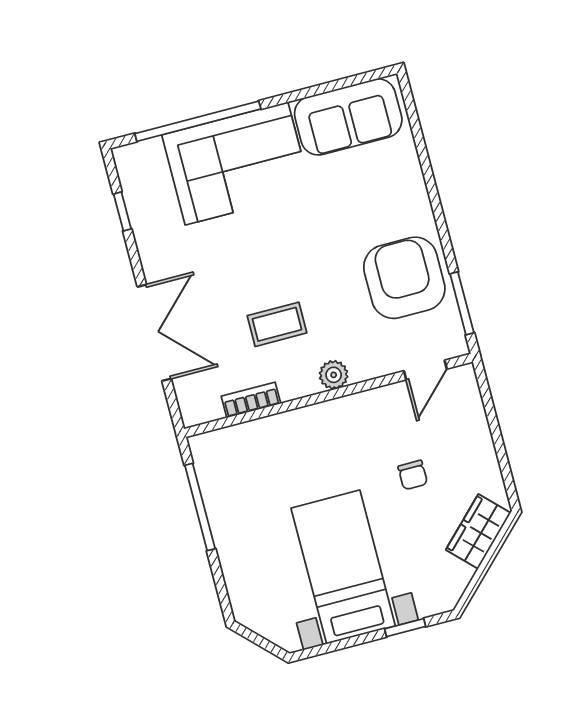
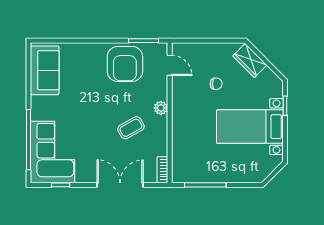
corner sofa: (237, 163) -> (52, 152), moved
armchair: (404, 278) -> (125, 64), turned -90
coffee table: (277, 324) -> (131, 128), turned 61
bookcase: (251, 400) -> (162, 170), moved

